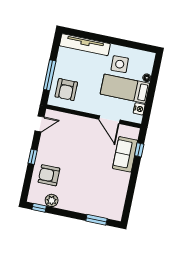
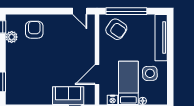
window: (50, 75) -> (126, 11), width x1.46
armchair: (66, 90) -> (116, 29), turned -146
window: (33, 157) -> (48, 11), removed

